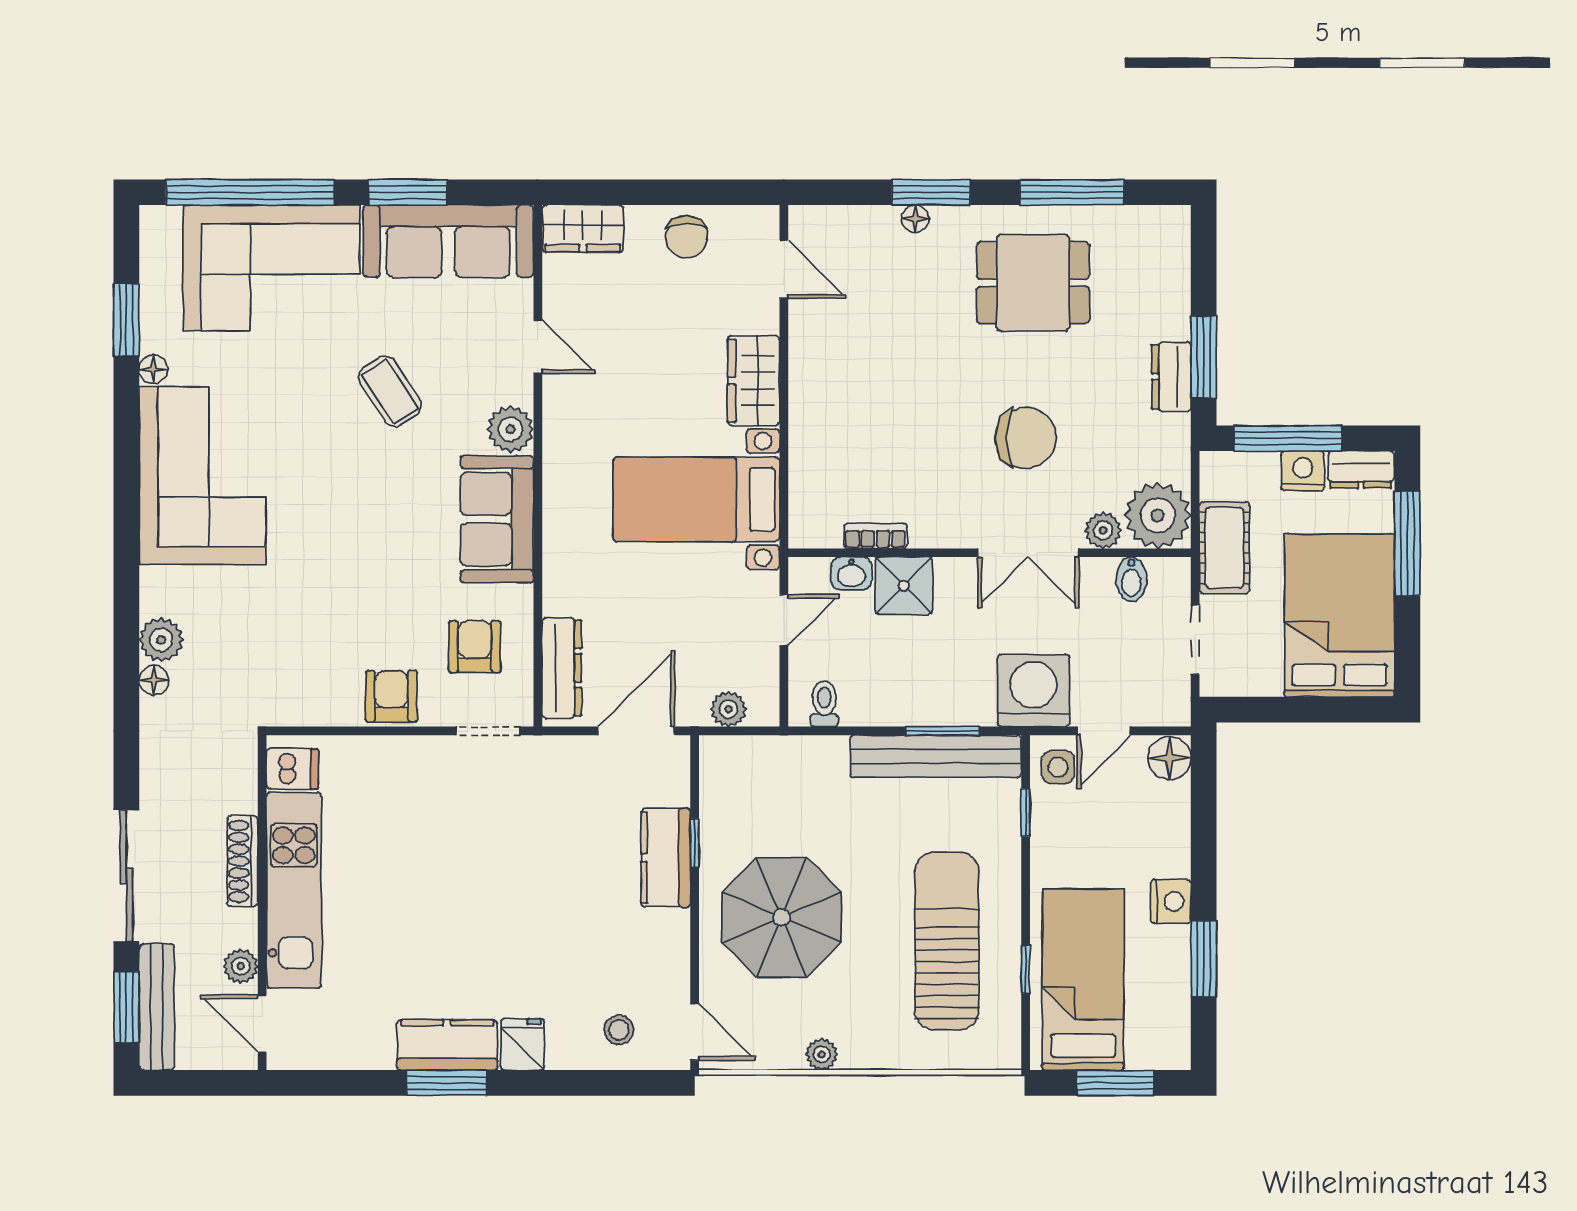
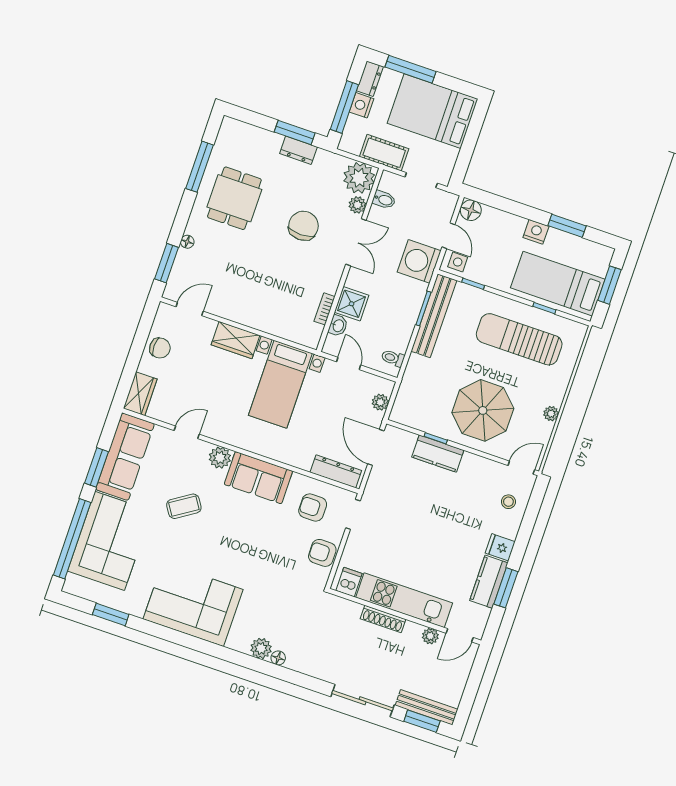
window: (931, 192) -> (166, 263), moved
floor lamp: (153, 369) -> (137, 610), removed
dishwasher: (292, 769) -> (349, 582), moved
shoe rack: (242, 861) -> (383, 619), moved
kitchen unit: (294, 890) -> (404, 600), moved
wall: (262, 903) -> (405, 617), moved
plant: (241, 966) -> (430, 636), moved
door: (262, 1024) -> (460, 635), moved

